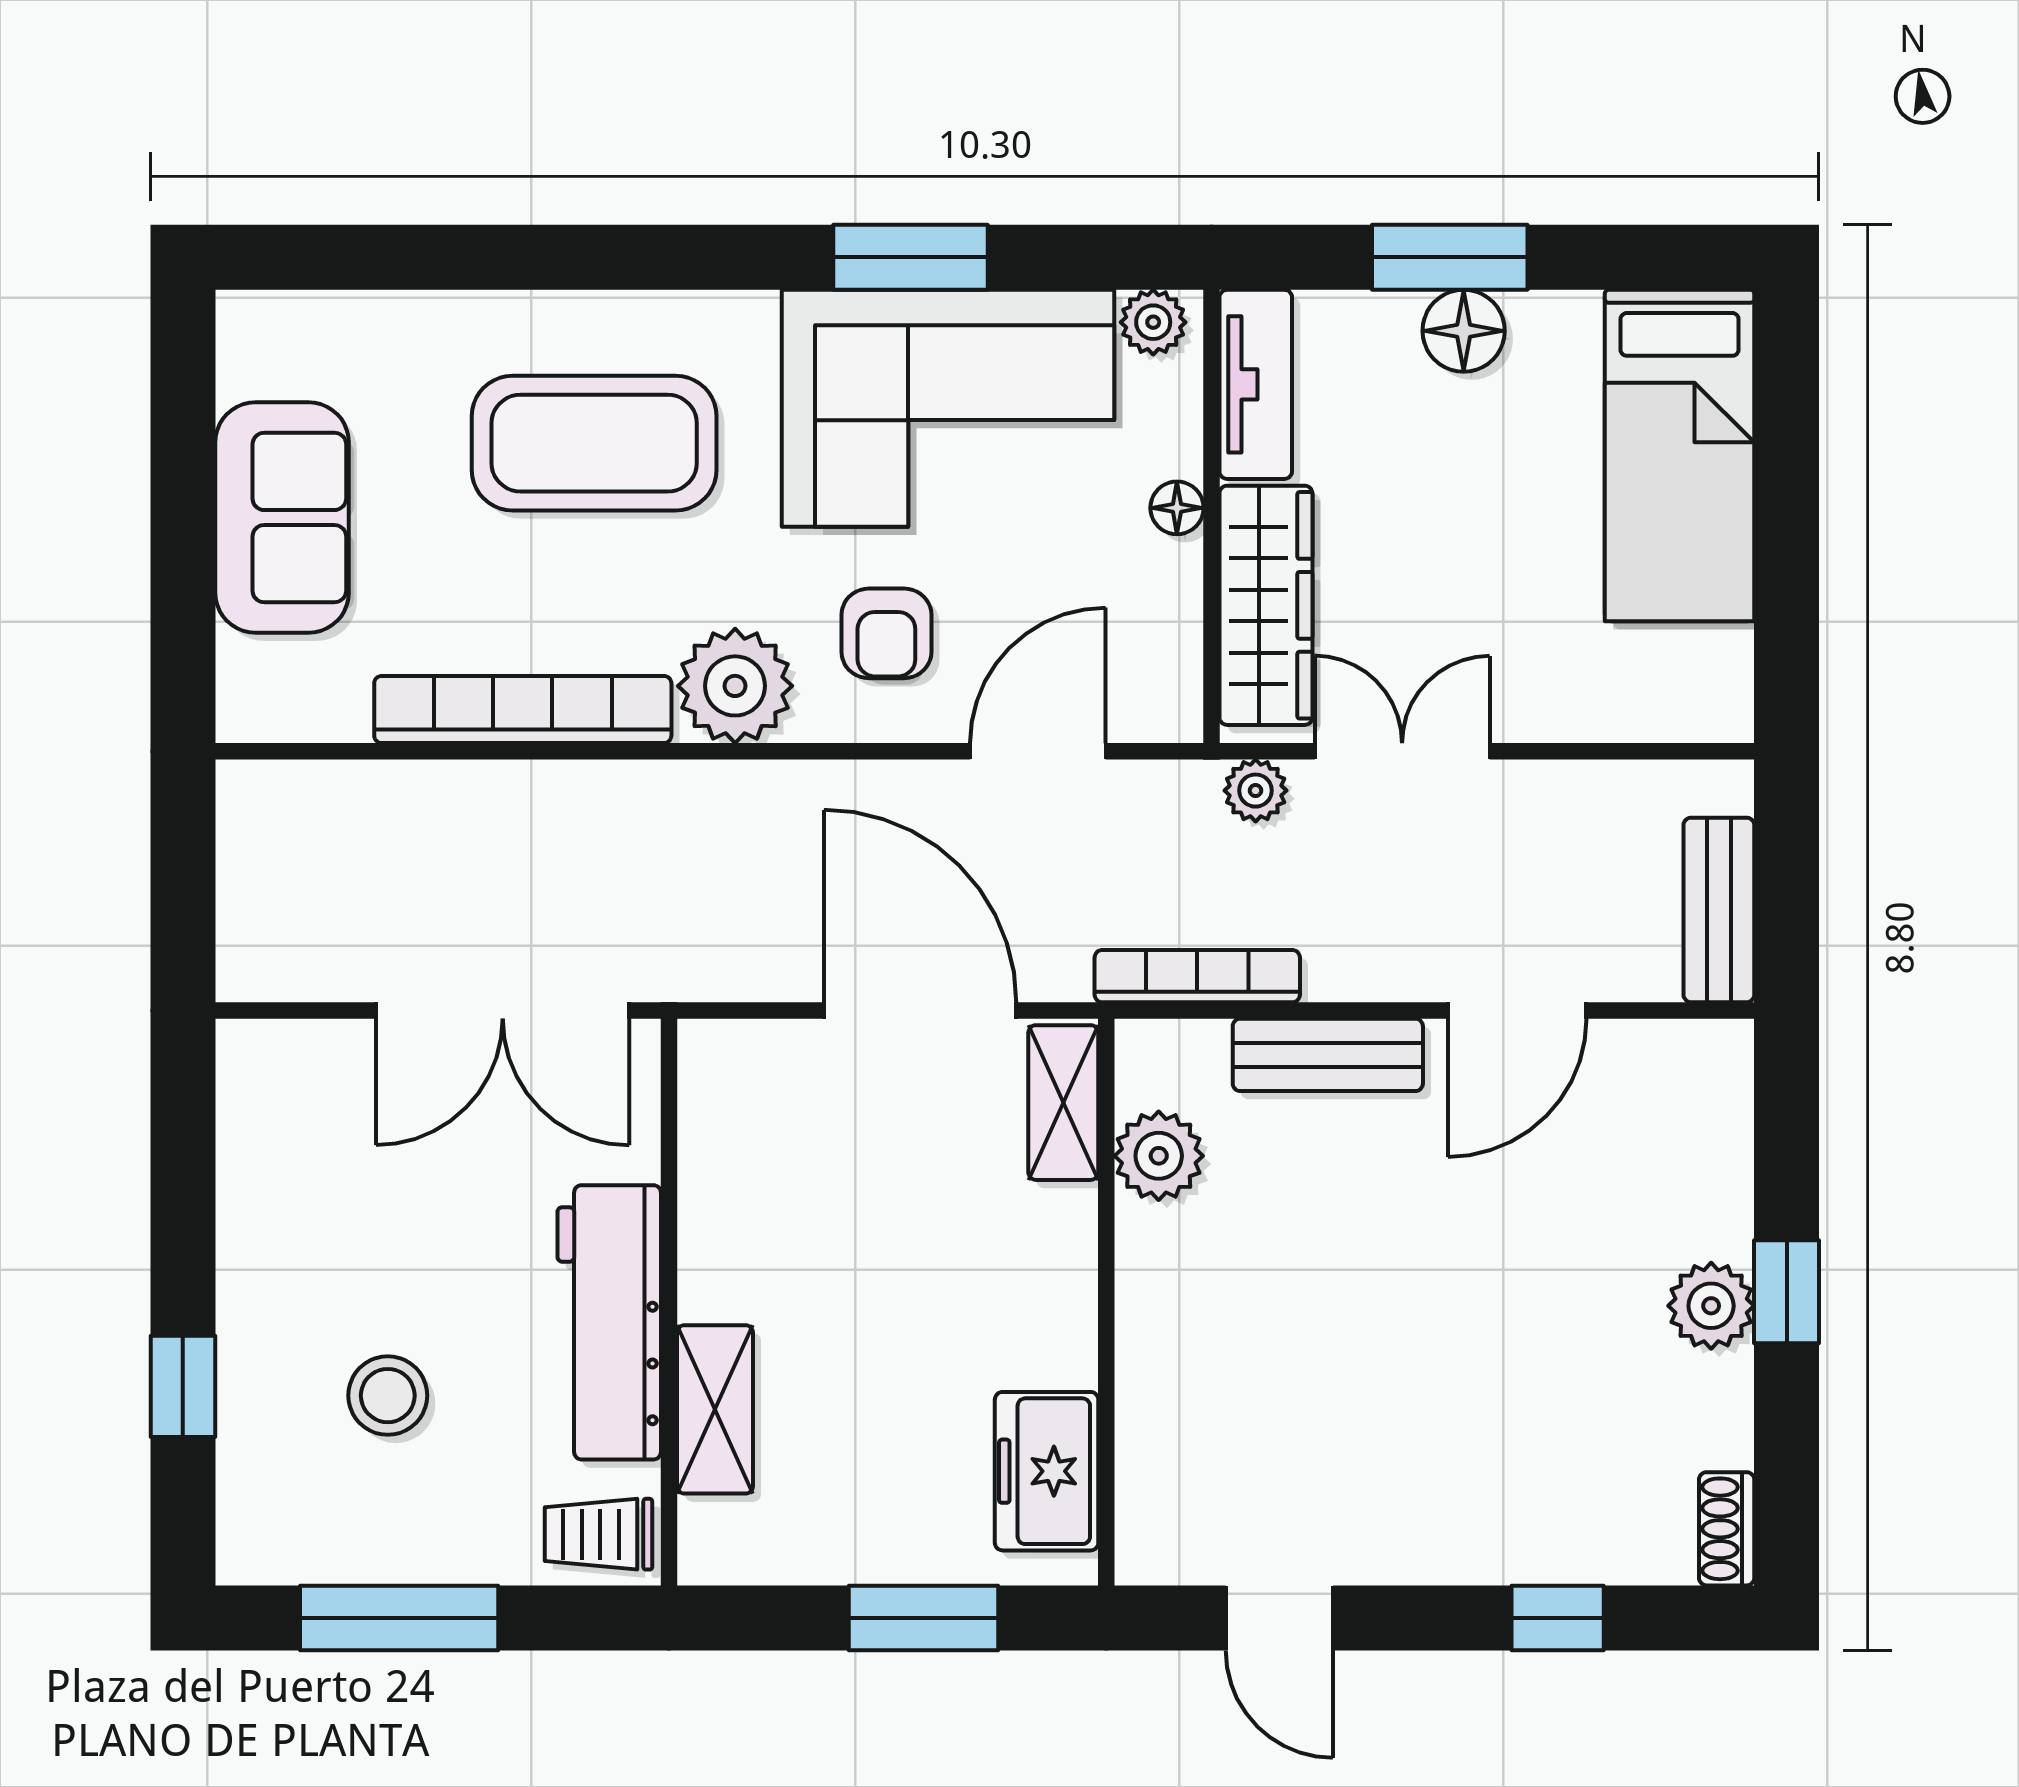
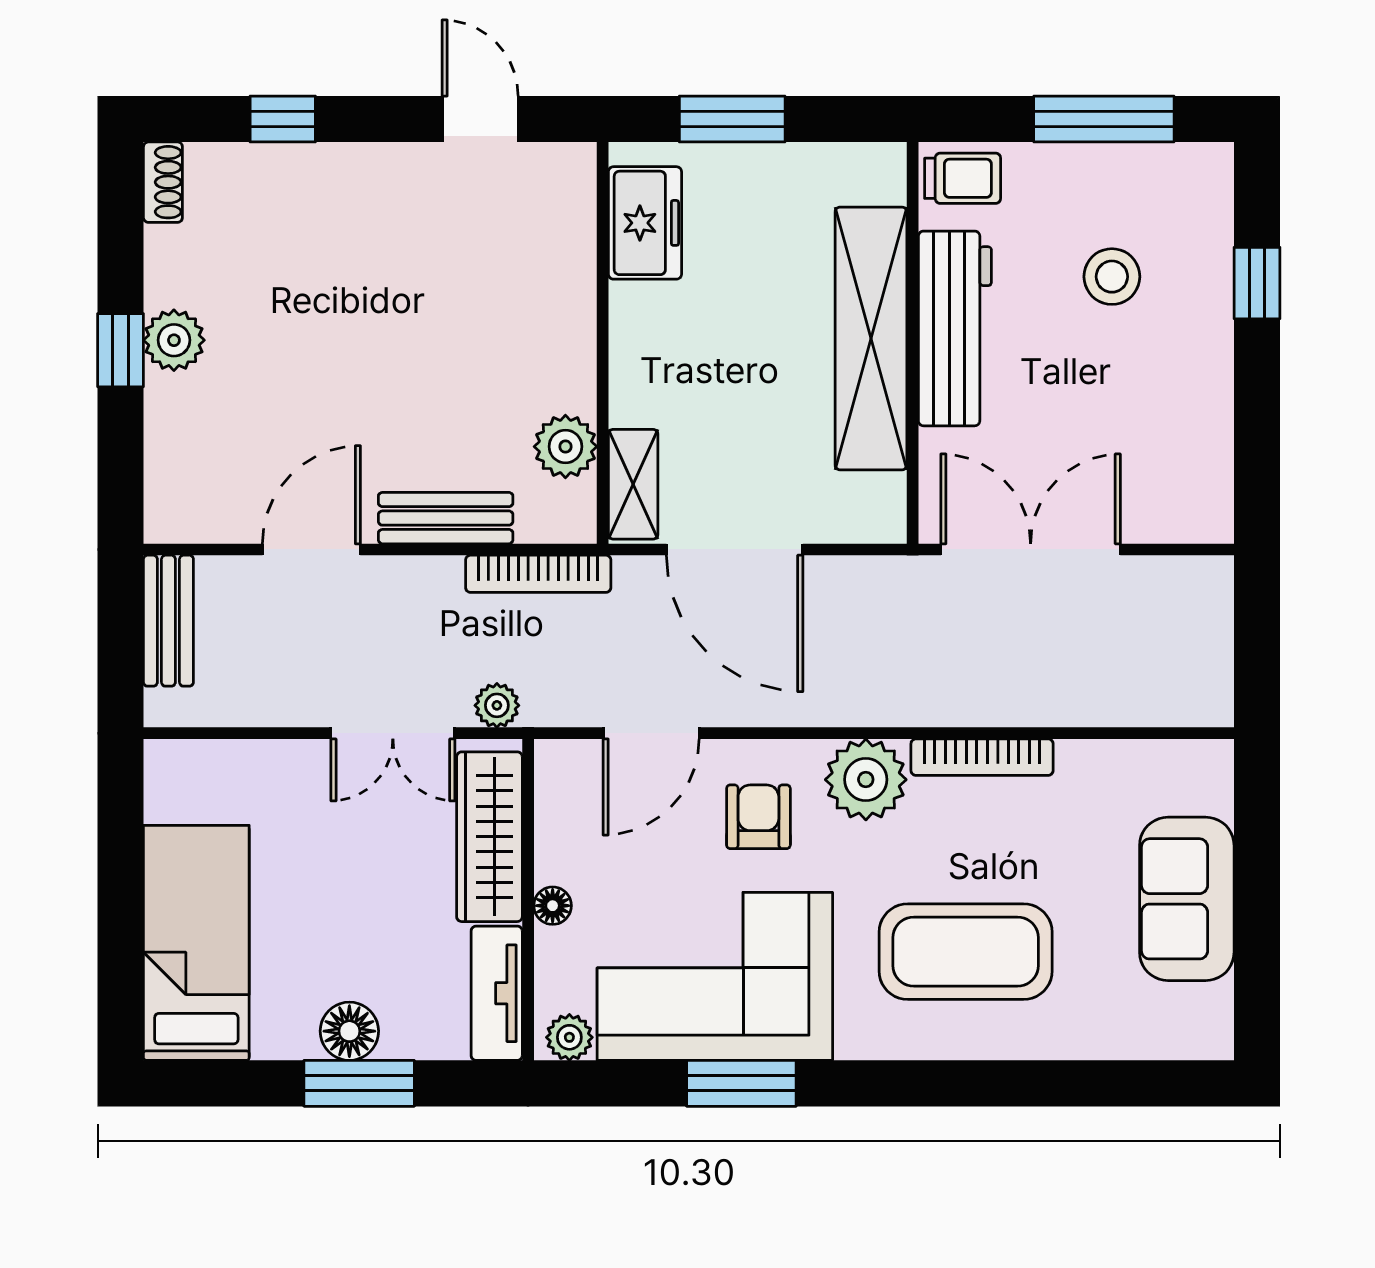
bookcase: (523, 709) -> (982, 757), width x0.68, depth x0.76
shelving: (715, 1409) -> (871, 338), width x2.20, depth x1.33

